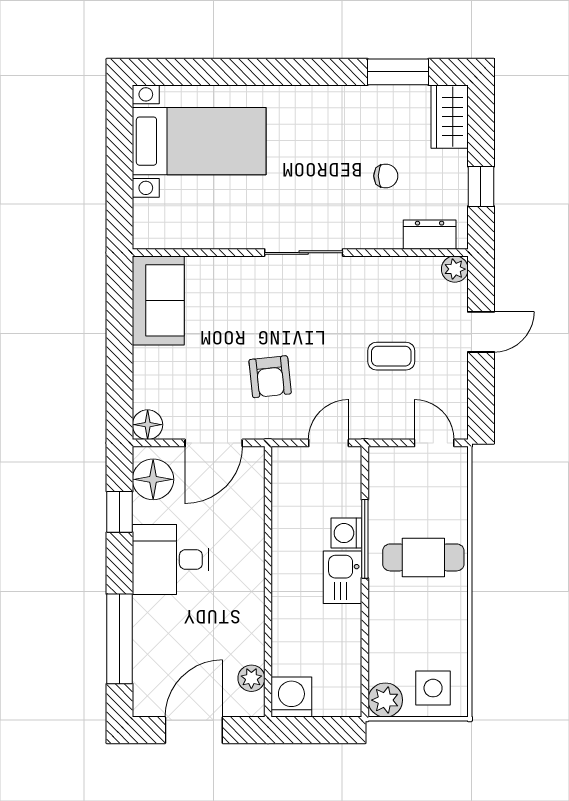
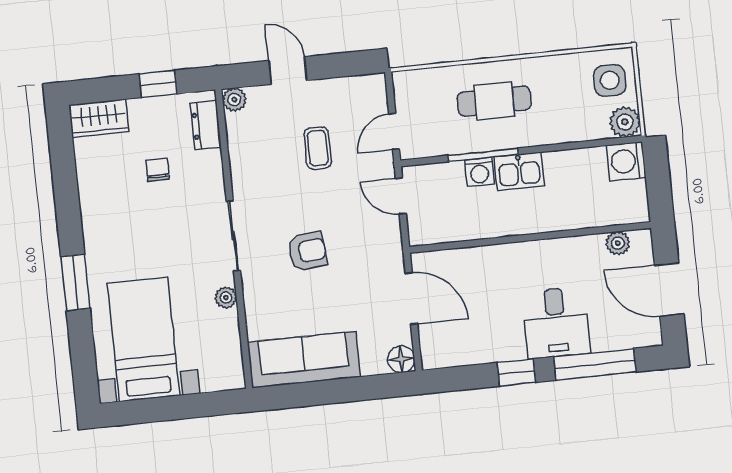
window: (398, 72) -> (75, 282), moved
plant: (236, 237) -> (226, 298), added
sofa: (158, 300) -> (304, 360), width x1.36
armchair: (270, 377) -> (307, 251), moved
door: (434, 443) -> (394, 132), moved
floor lamp: (153, 479) -> (449, 349), removed
window: (120, 512) -> (516, 372), moved
cafe table: (423, 557) -> (494, 101), turned 90
desk: (170, 560) -> (556, 323), moved
washing machine: (291, 697) -> (626, 161), moved

